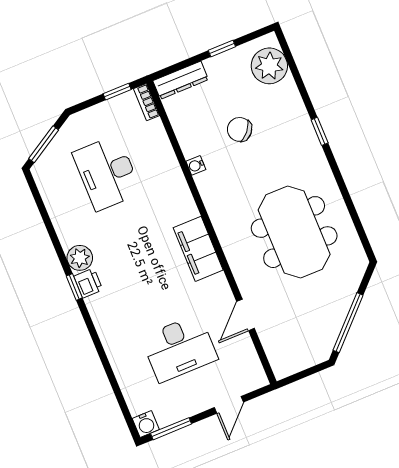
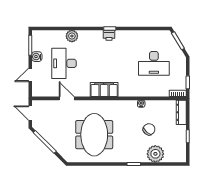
plant: (269, 66) -> (155, 154), moved
desk: (107, 173) -> (154, 63), turned 180
meeting table: (294, 232) -> (94, 135), turned 90
plant: (80, 258) -> (72, 36), moved
door: (304, 374) -> (30, 113), added
door: (229, 405) -> (30, 75), hinge flipped
water cooler: (146, 424) -> (37, 57), moved

